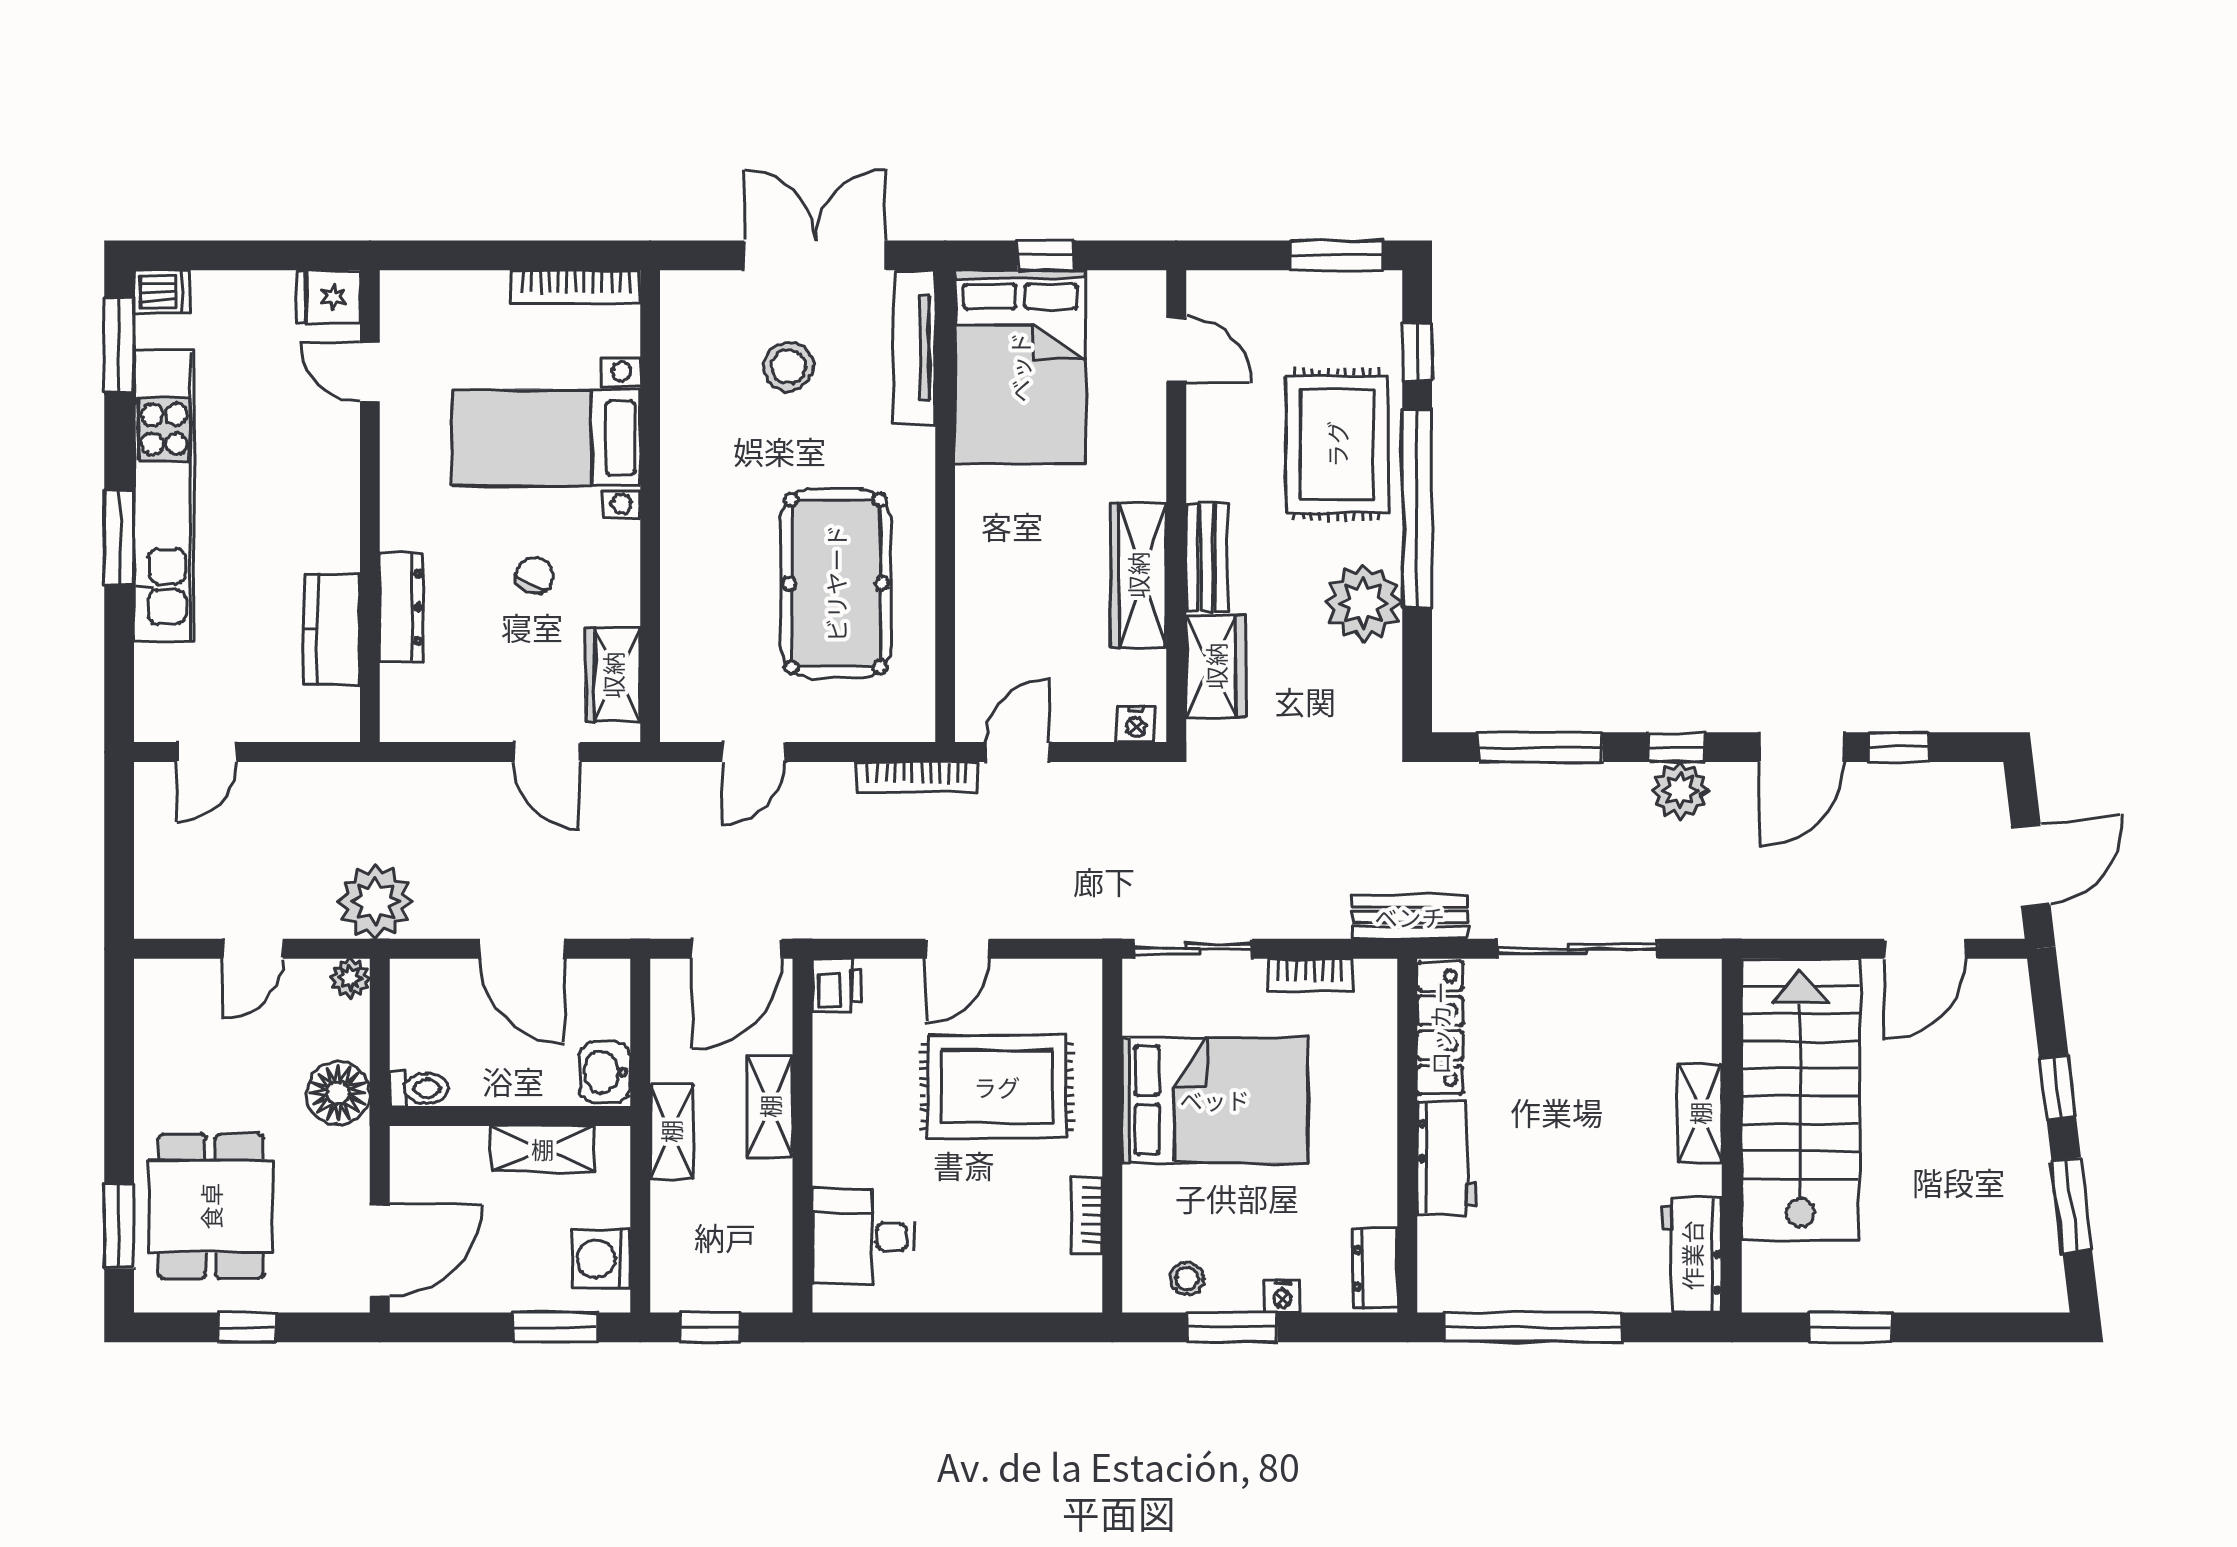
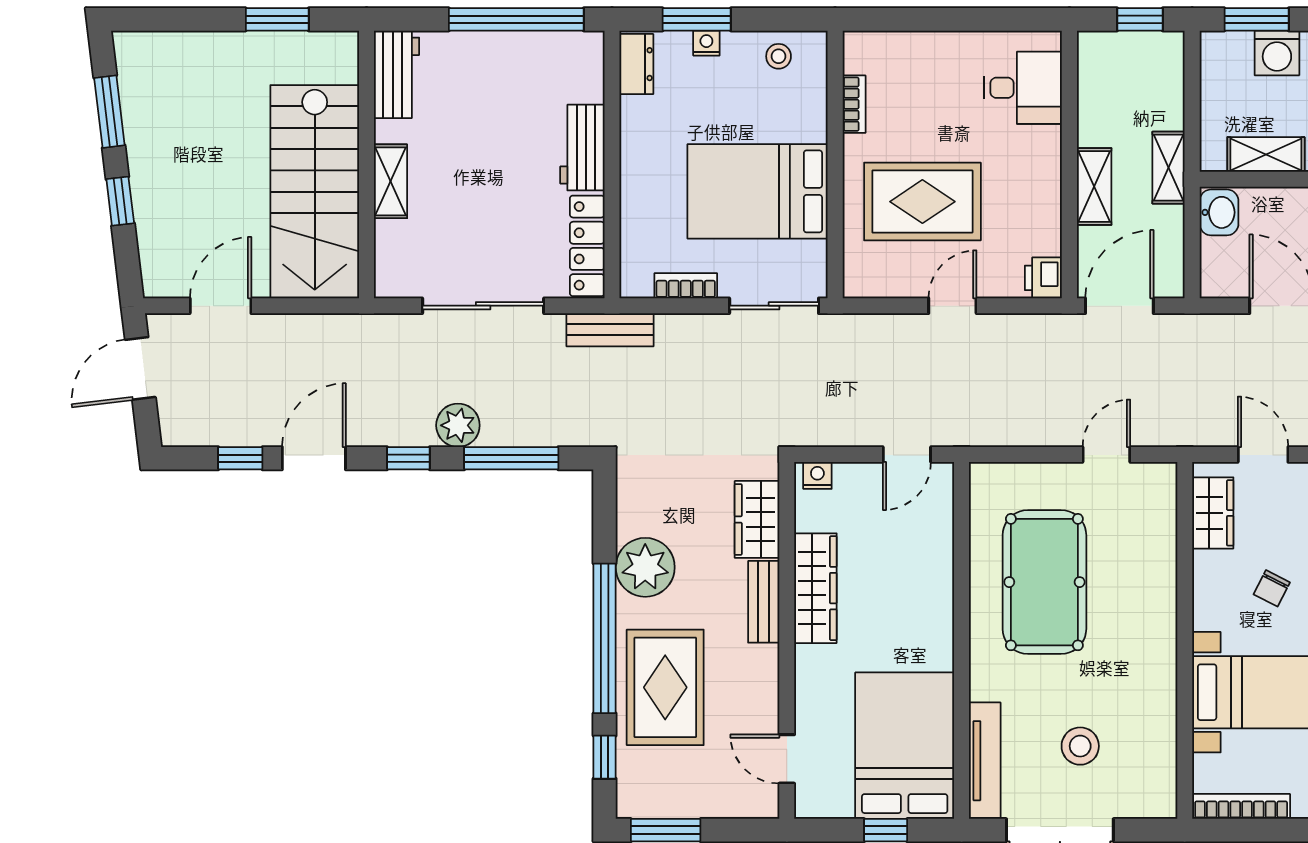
bookcase: (917, 777) -> (983, 435), removed
plant: (1680, 791) -> (458, 425), moved
washing machine: (601, 1259) -> (1277, 53), moved, turned 90
window: (1232, 1327) -> (697, 19), moved

